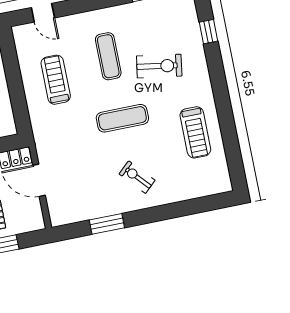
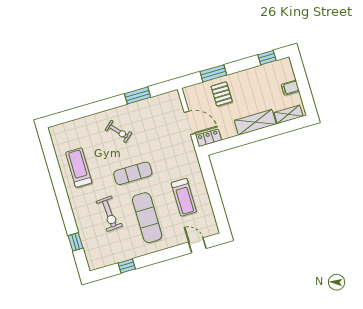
exercise mat: (108, 56) -> (147, 218), width x1.36, depth x1.45
exercise bike: (159, 66) -> (109, 214), turned -103

